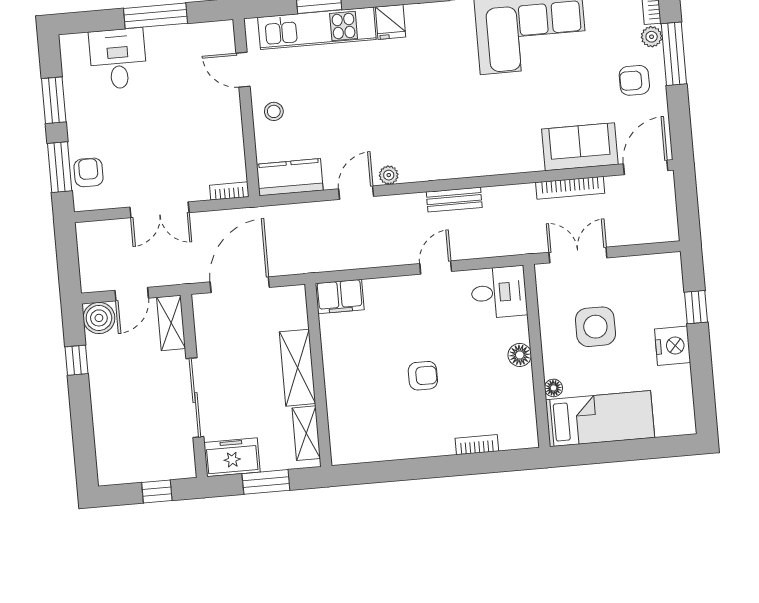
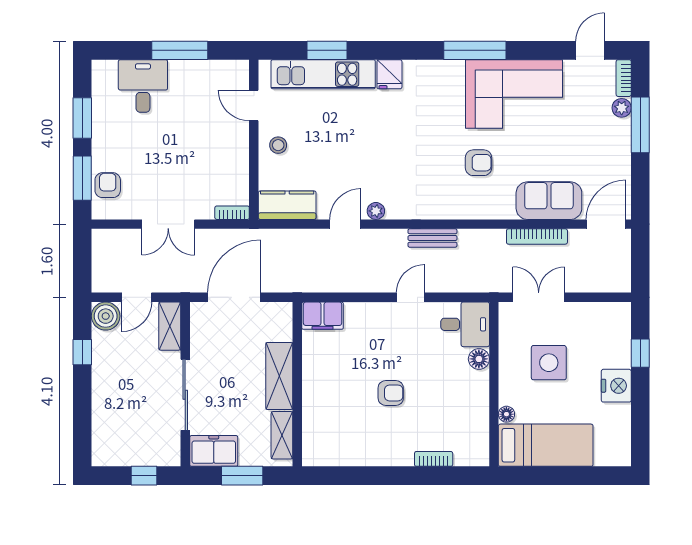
armchair: (634, 80) -> (478, 163), moved, turned 180
floor lamp: (520, 355) -> (479, 359), moved

